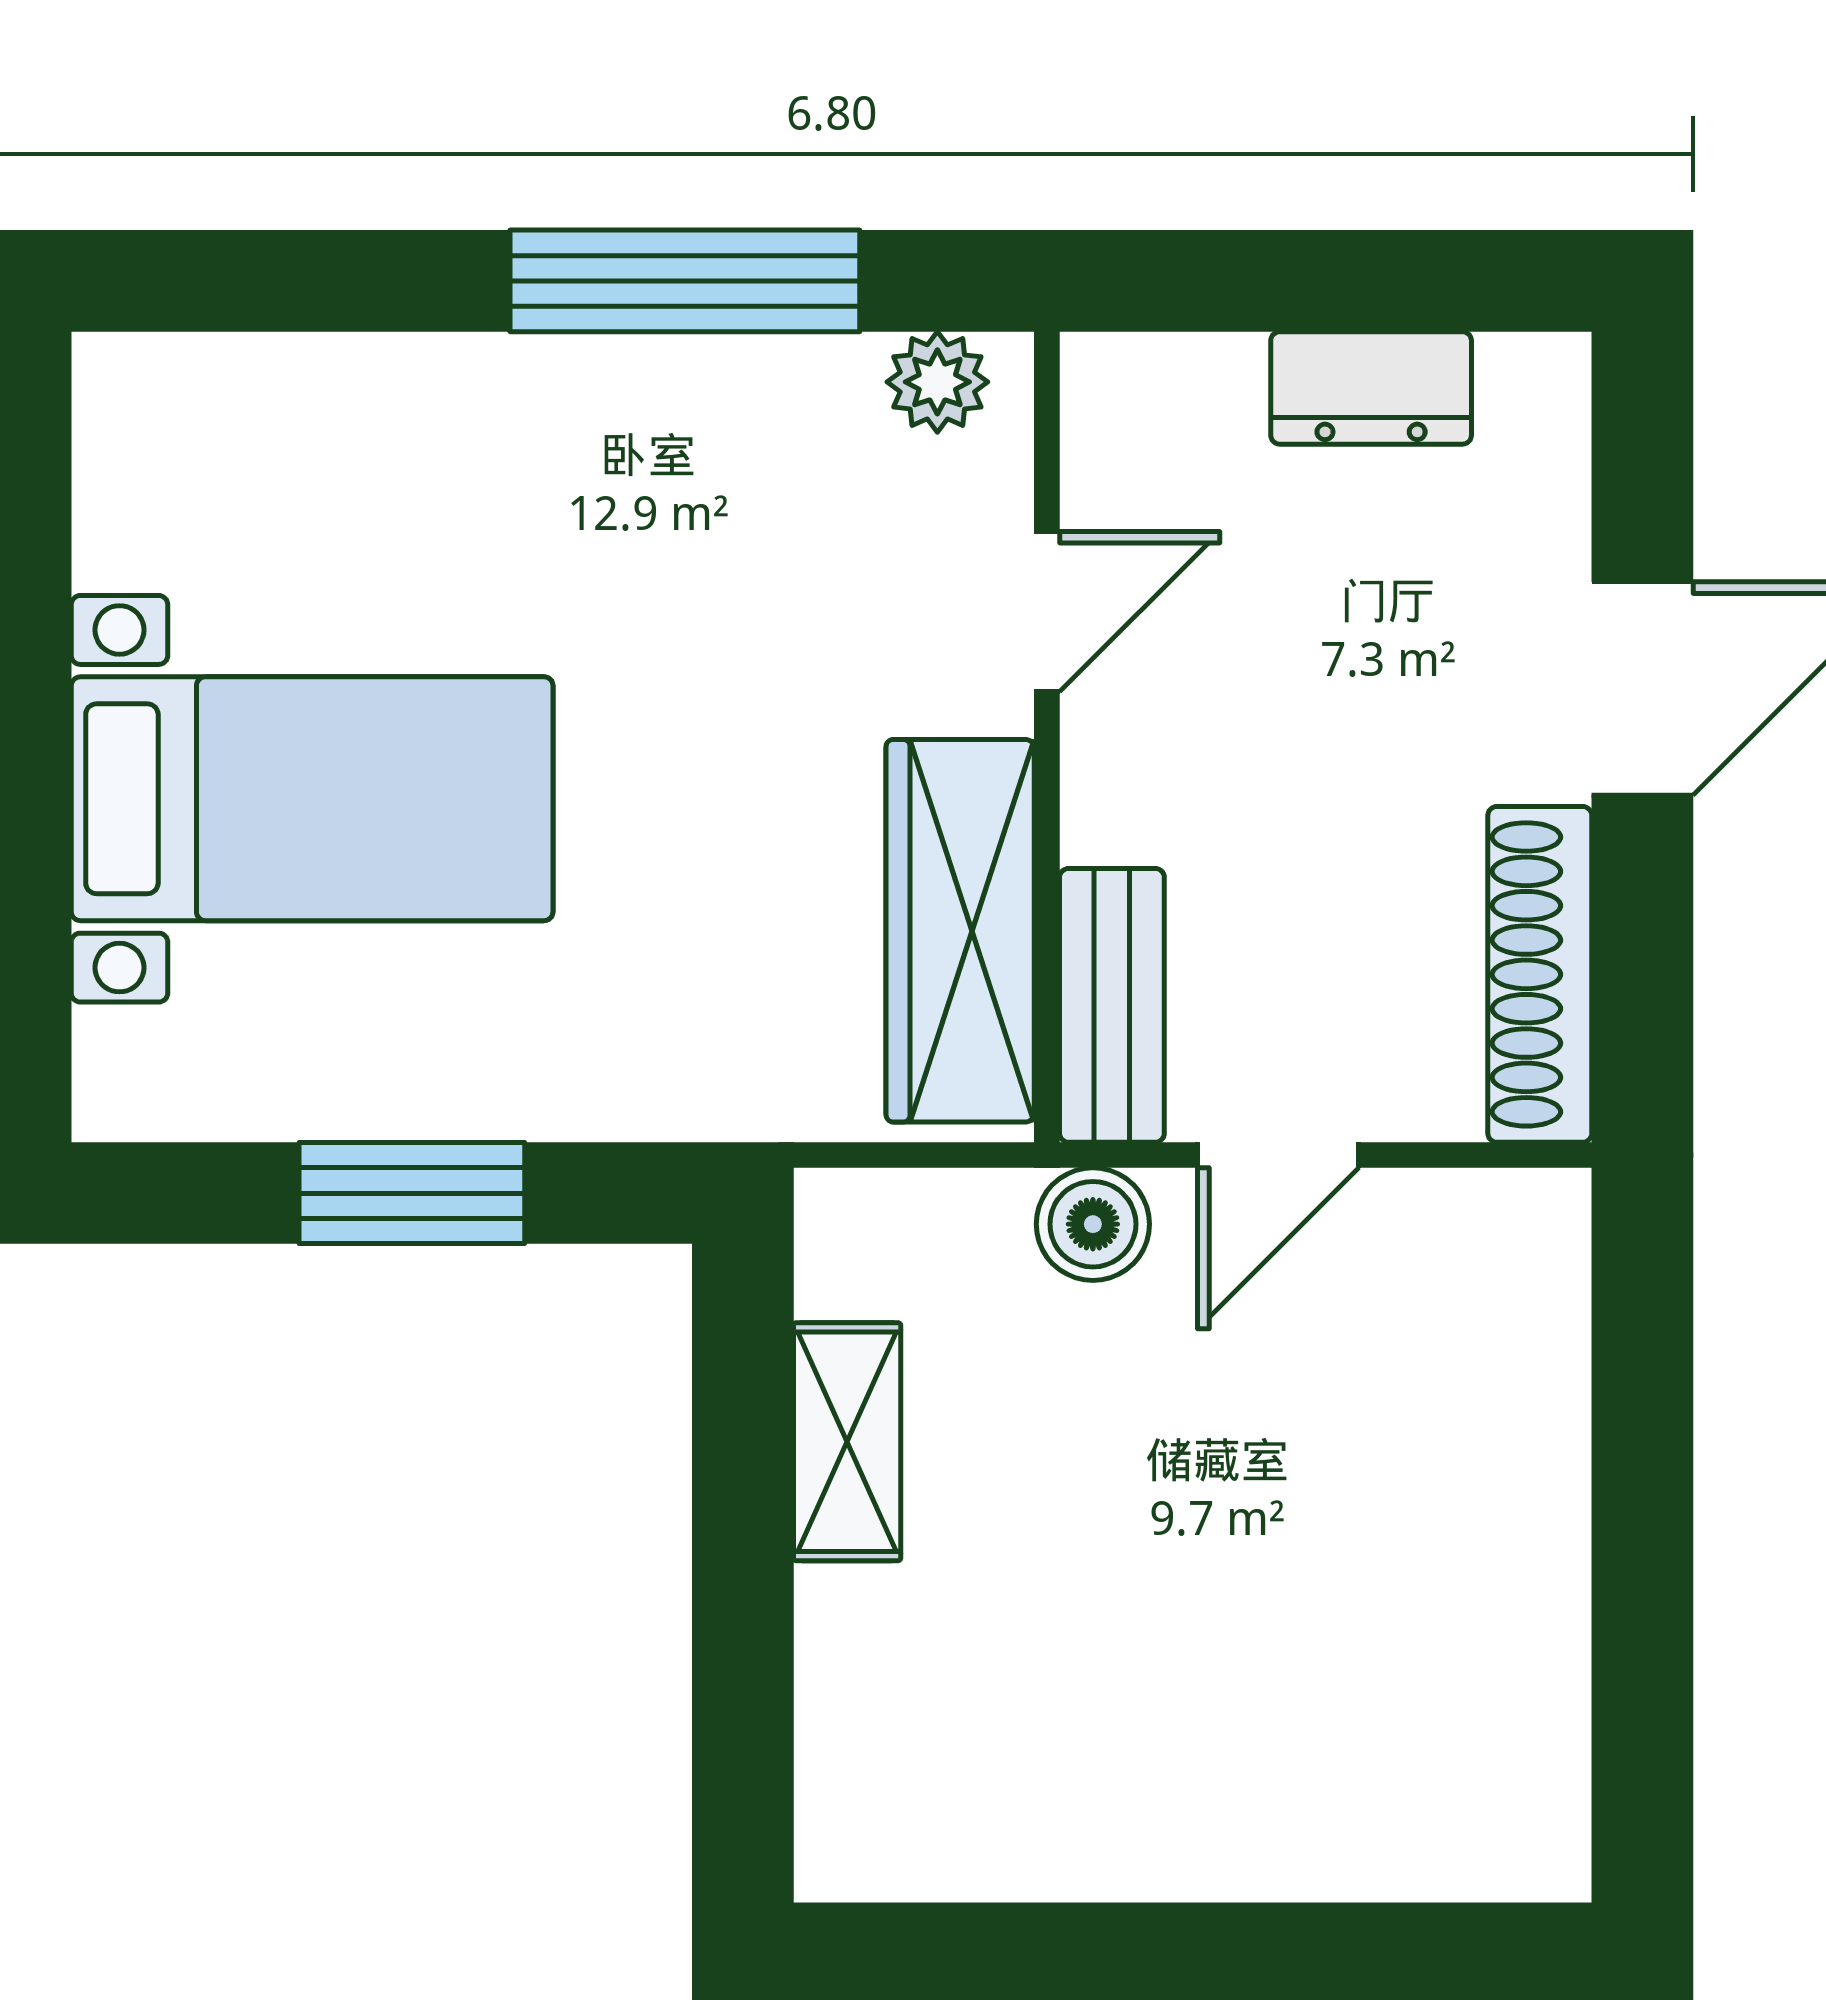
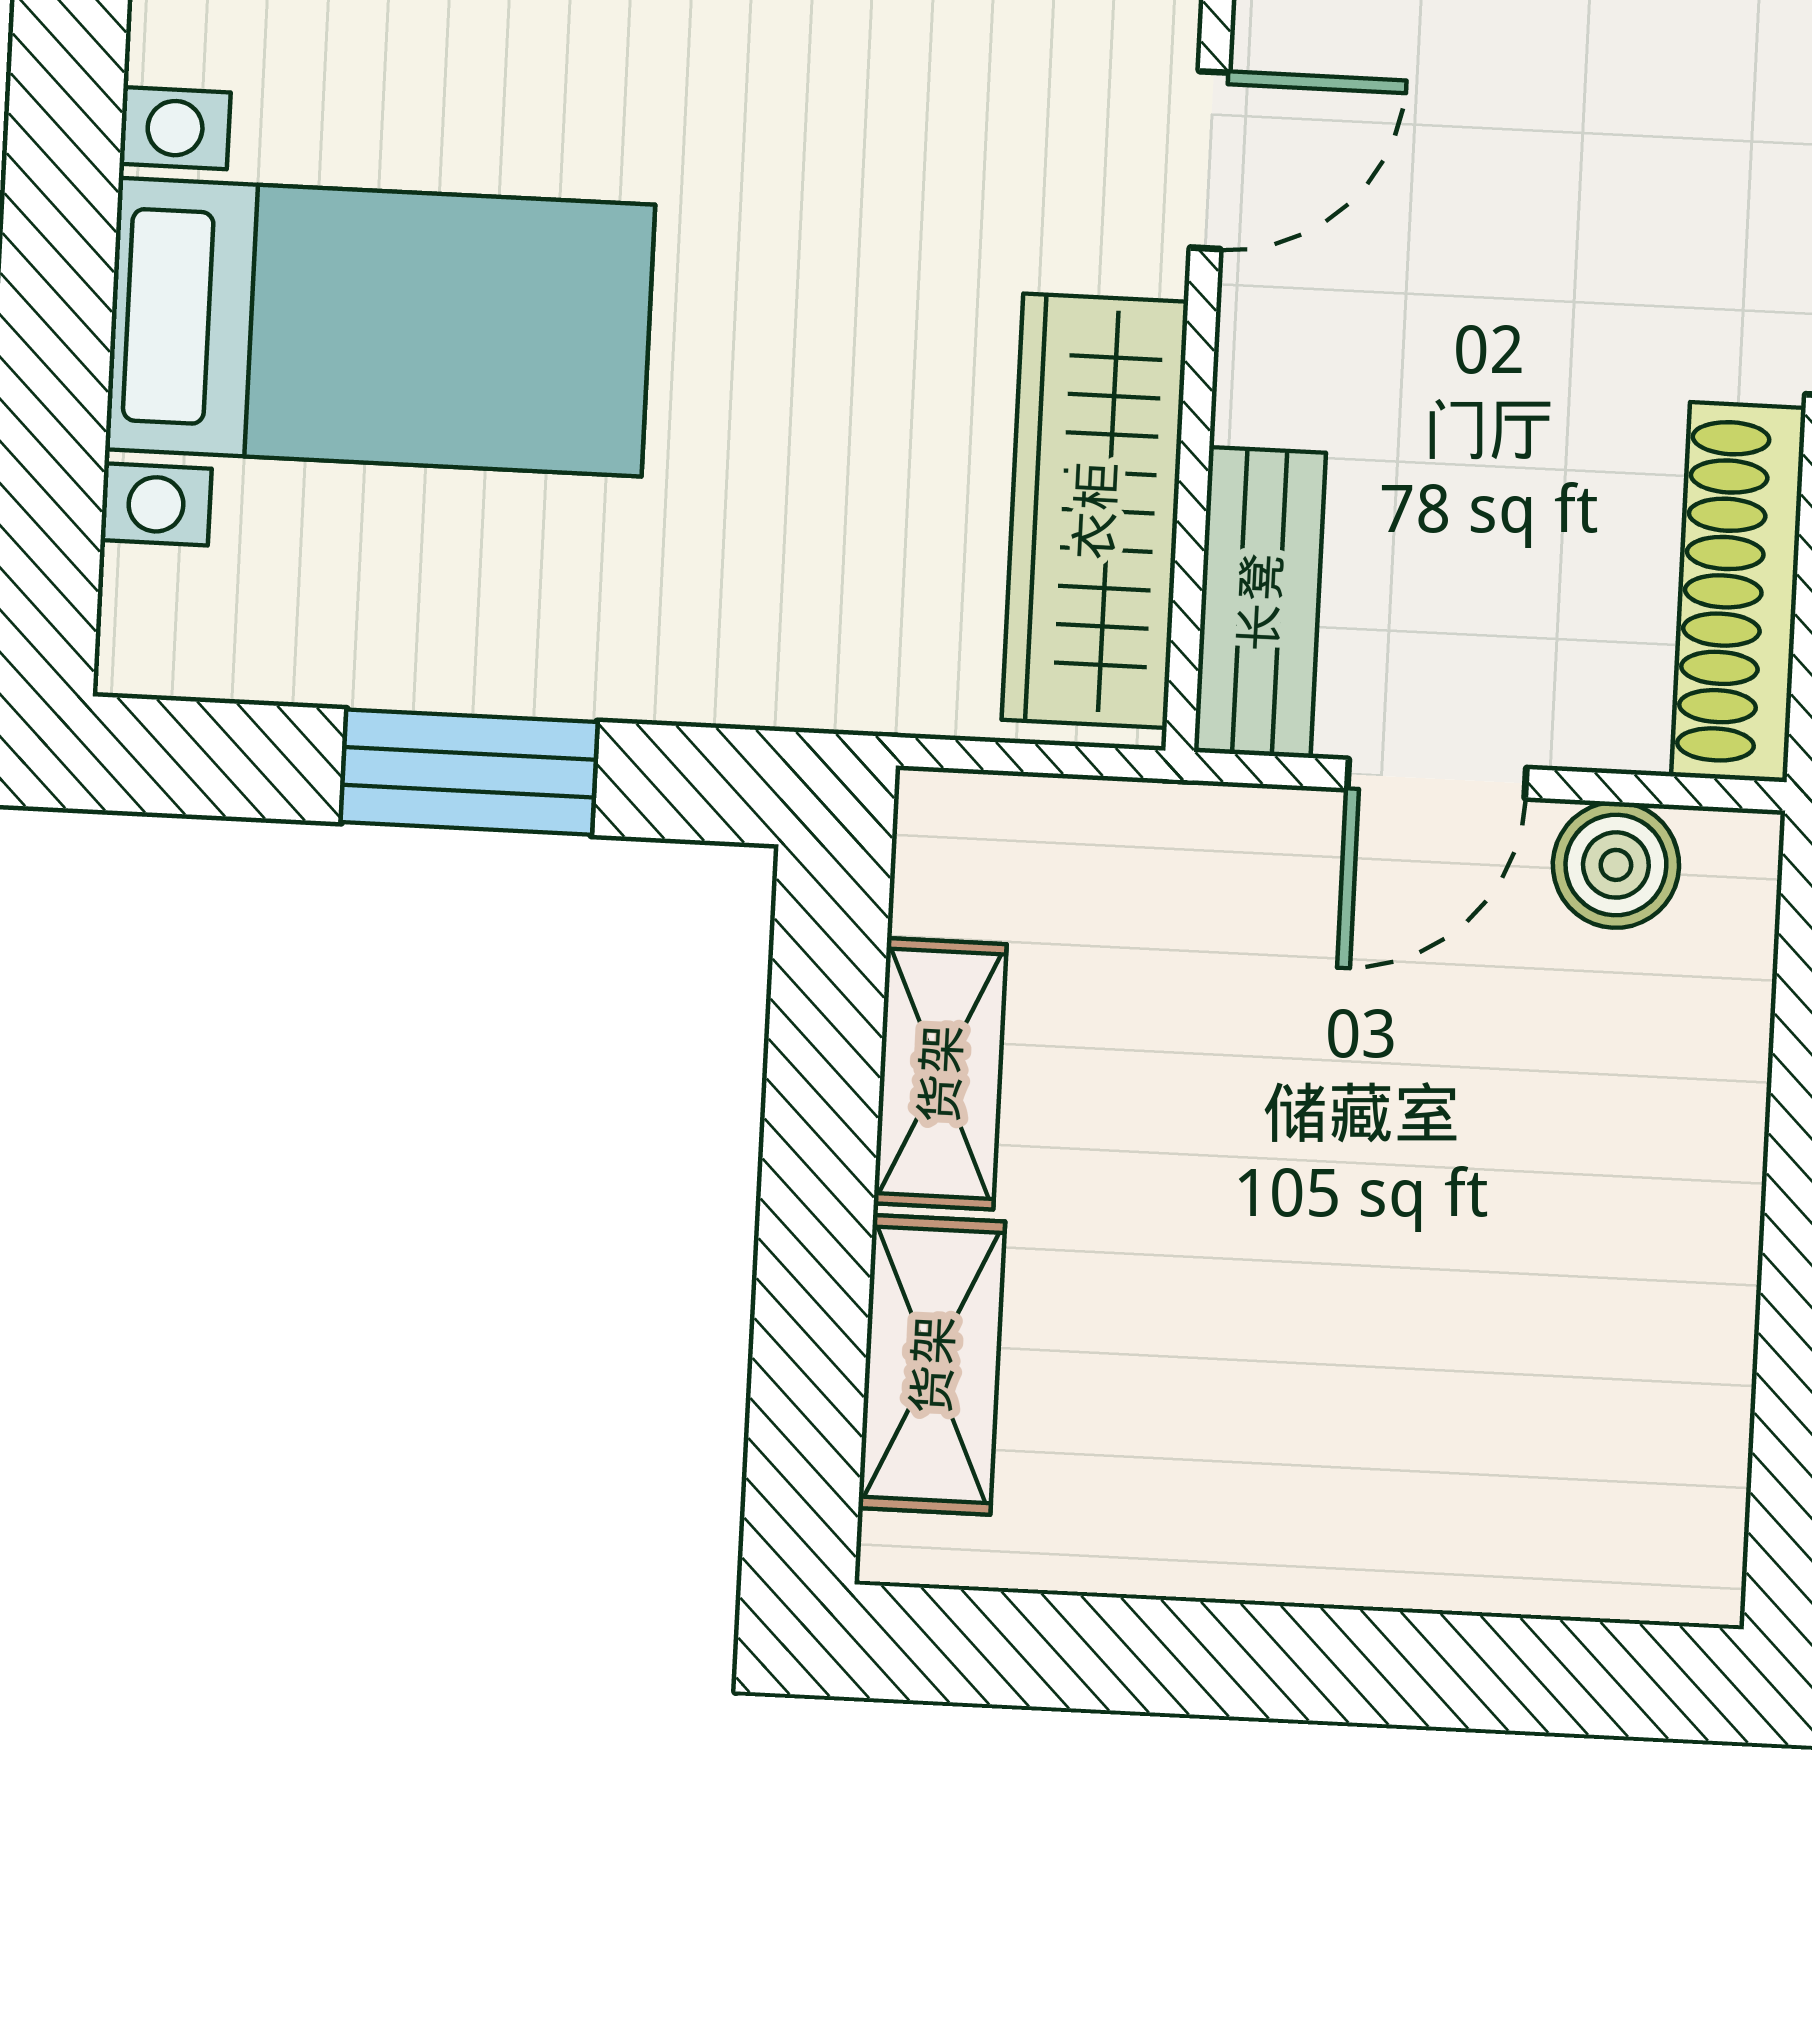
boiler: (1093, 1224) -> (1616, 865), moved
shelving: (853, 1703) -> (932, 1365), added

